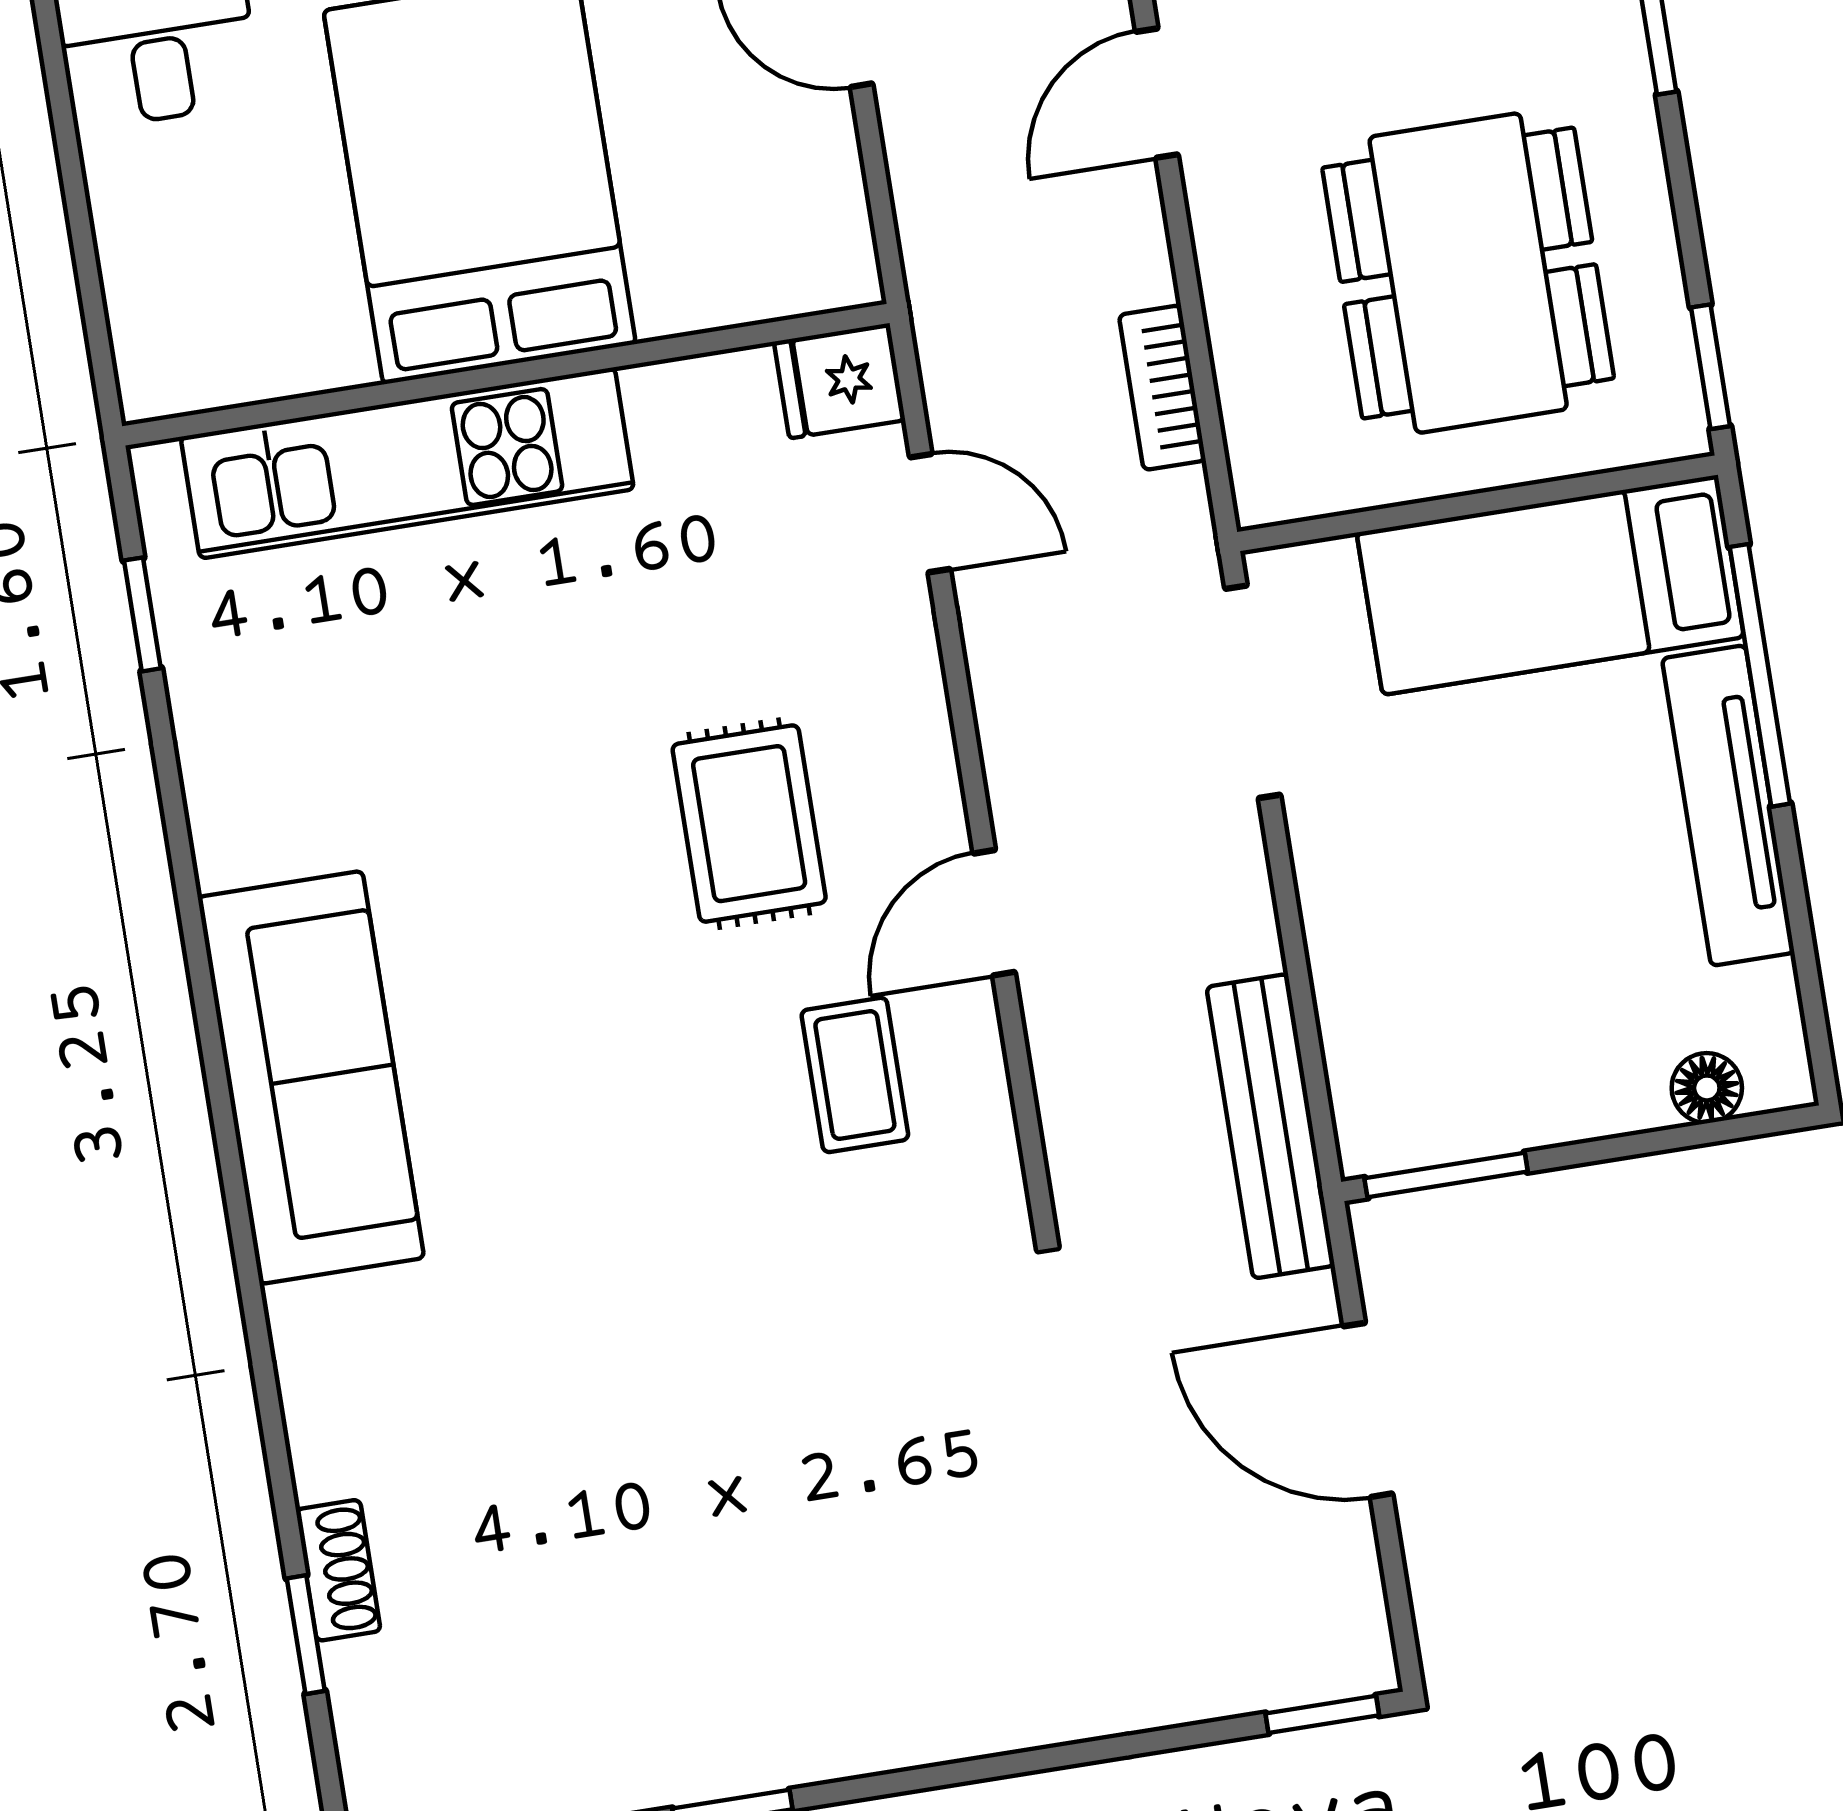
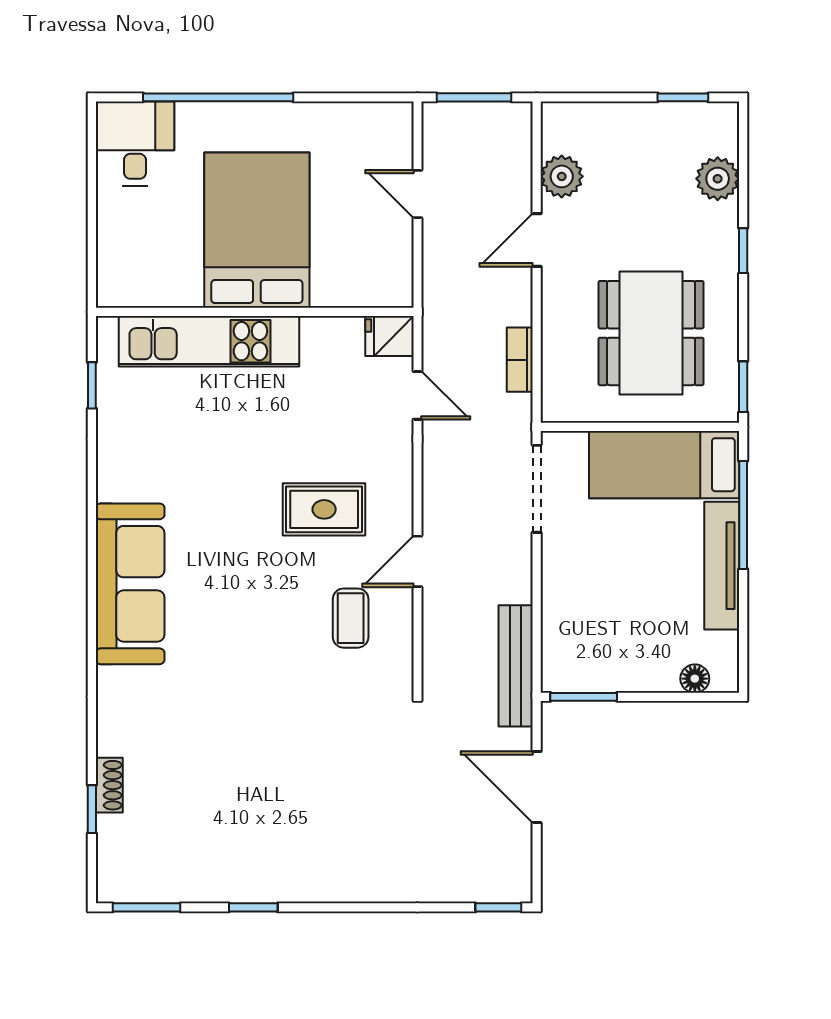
rug: (749, 824) -> (324, 509), turned 90

